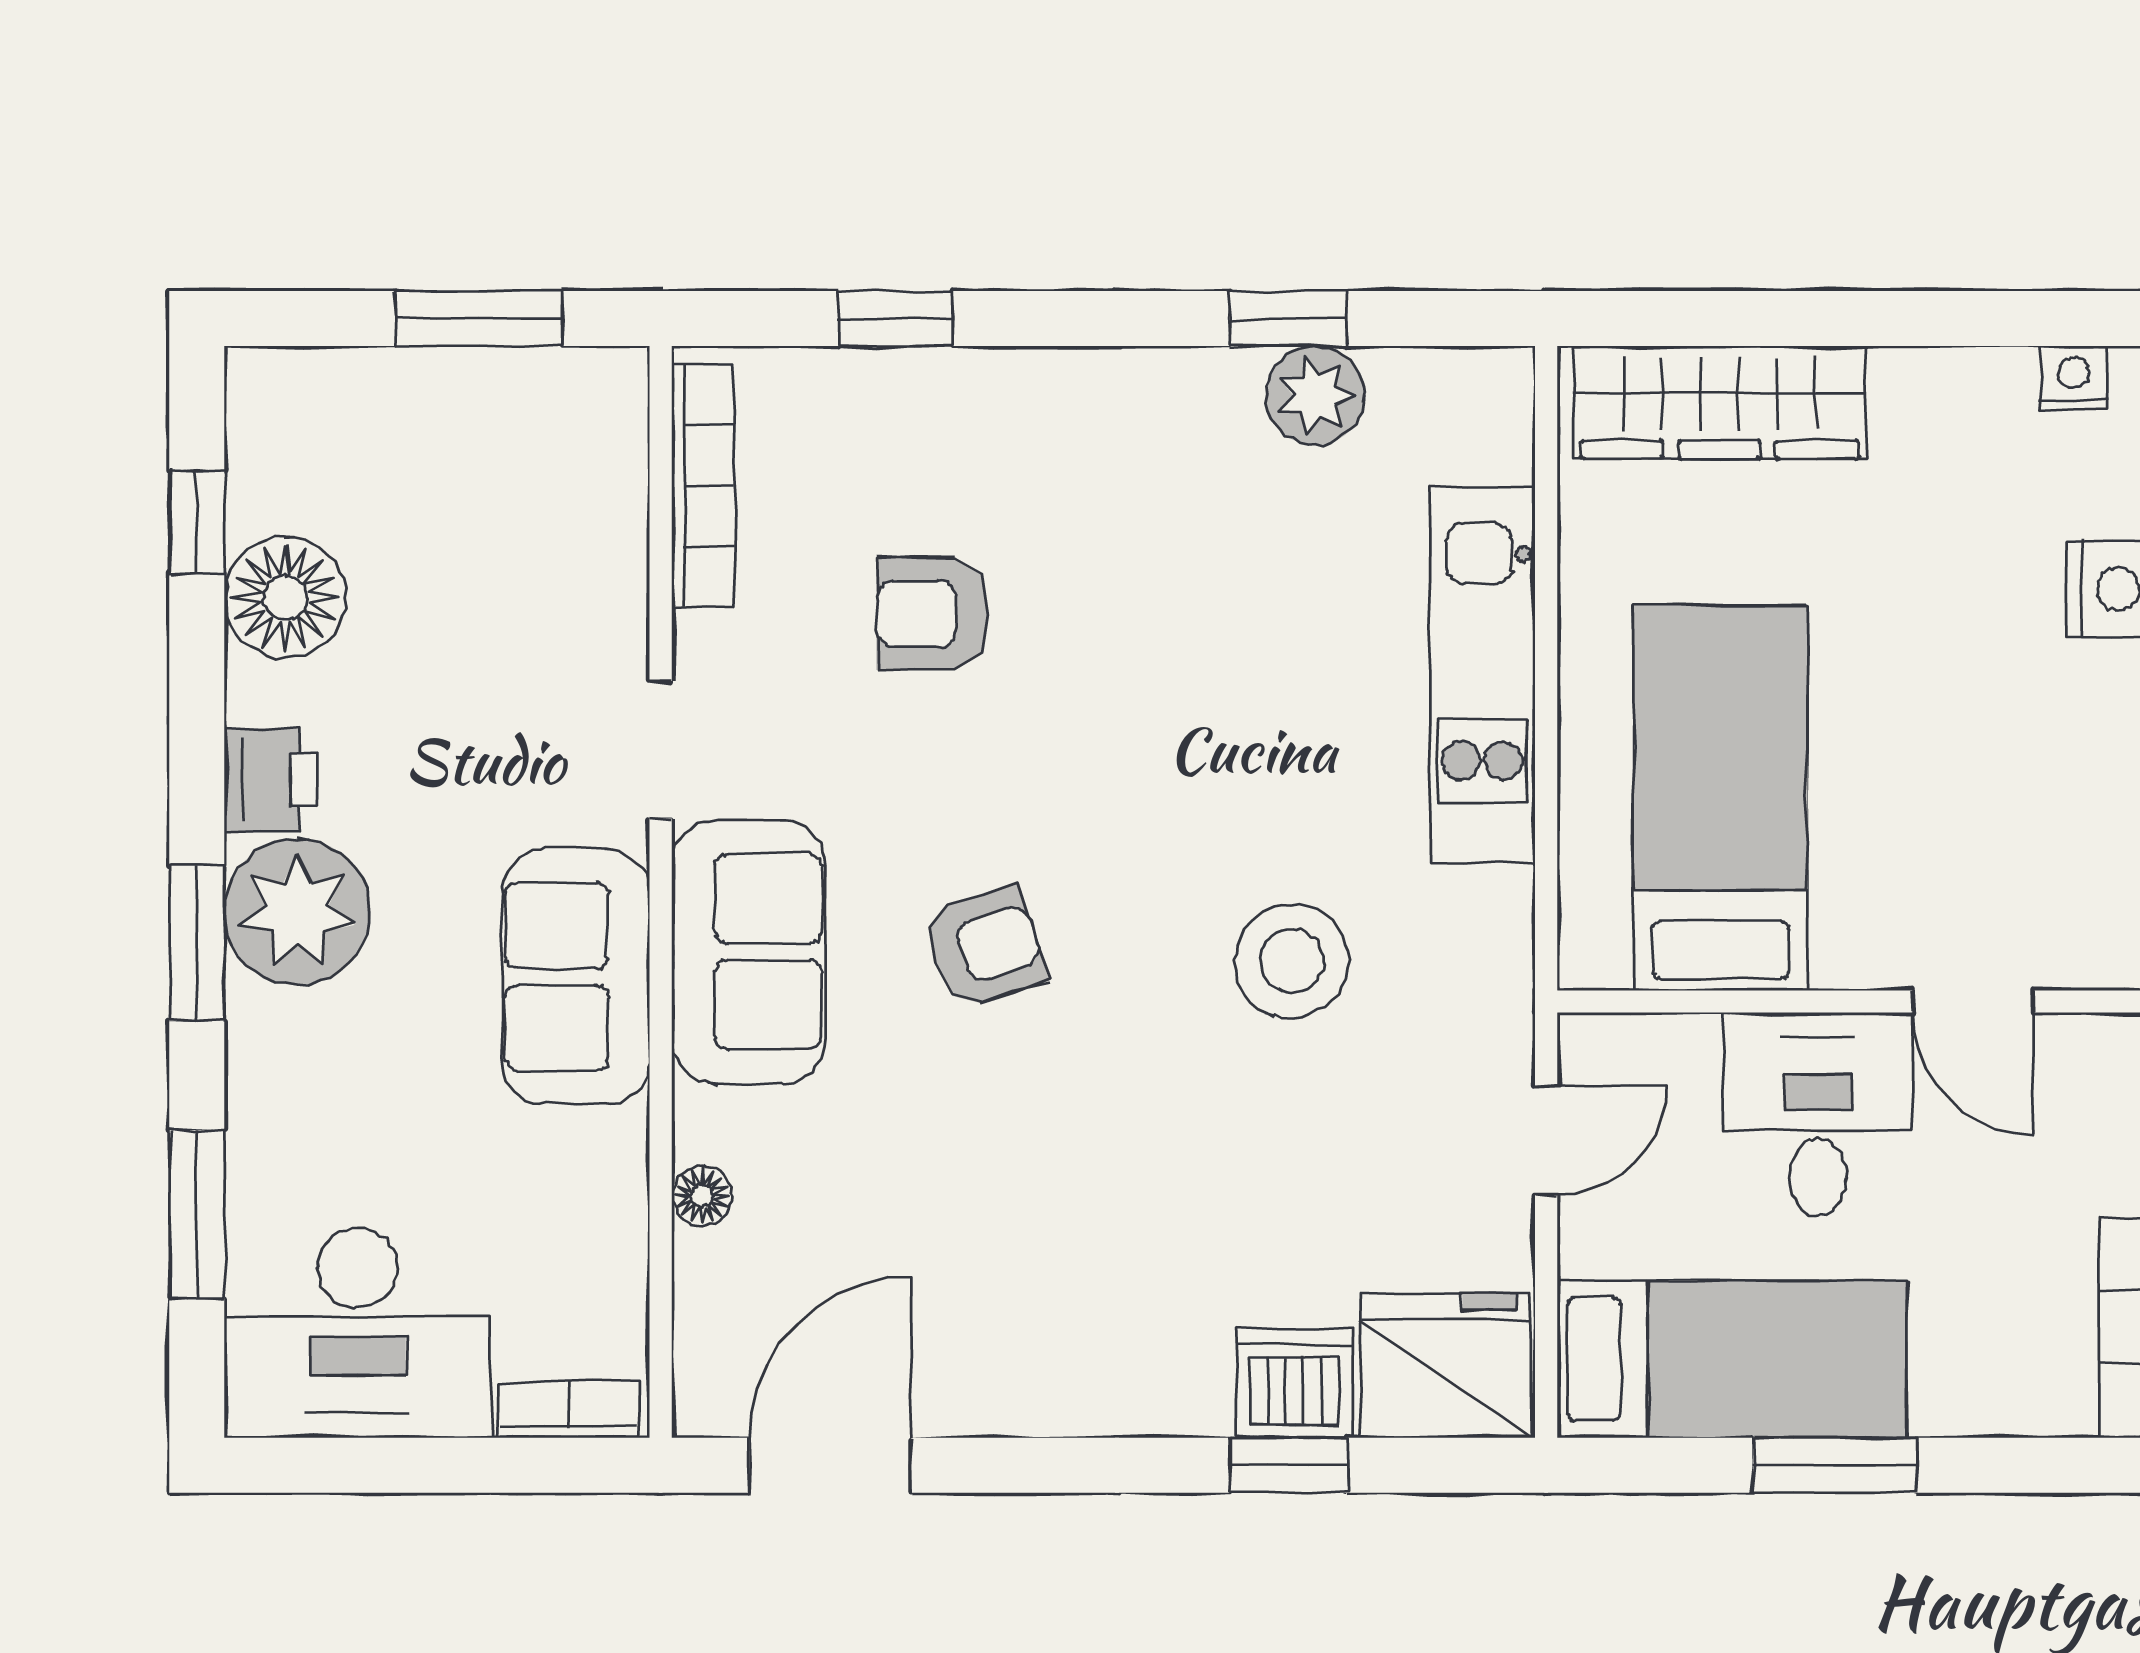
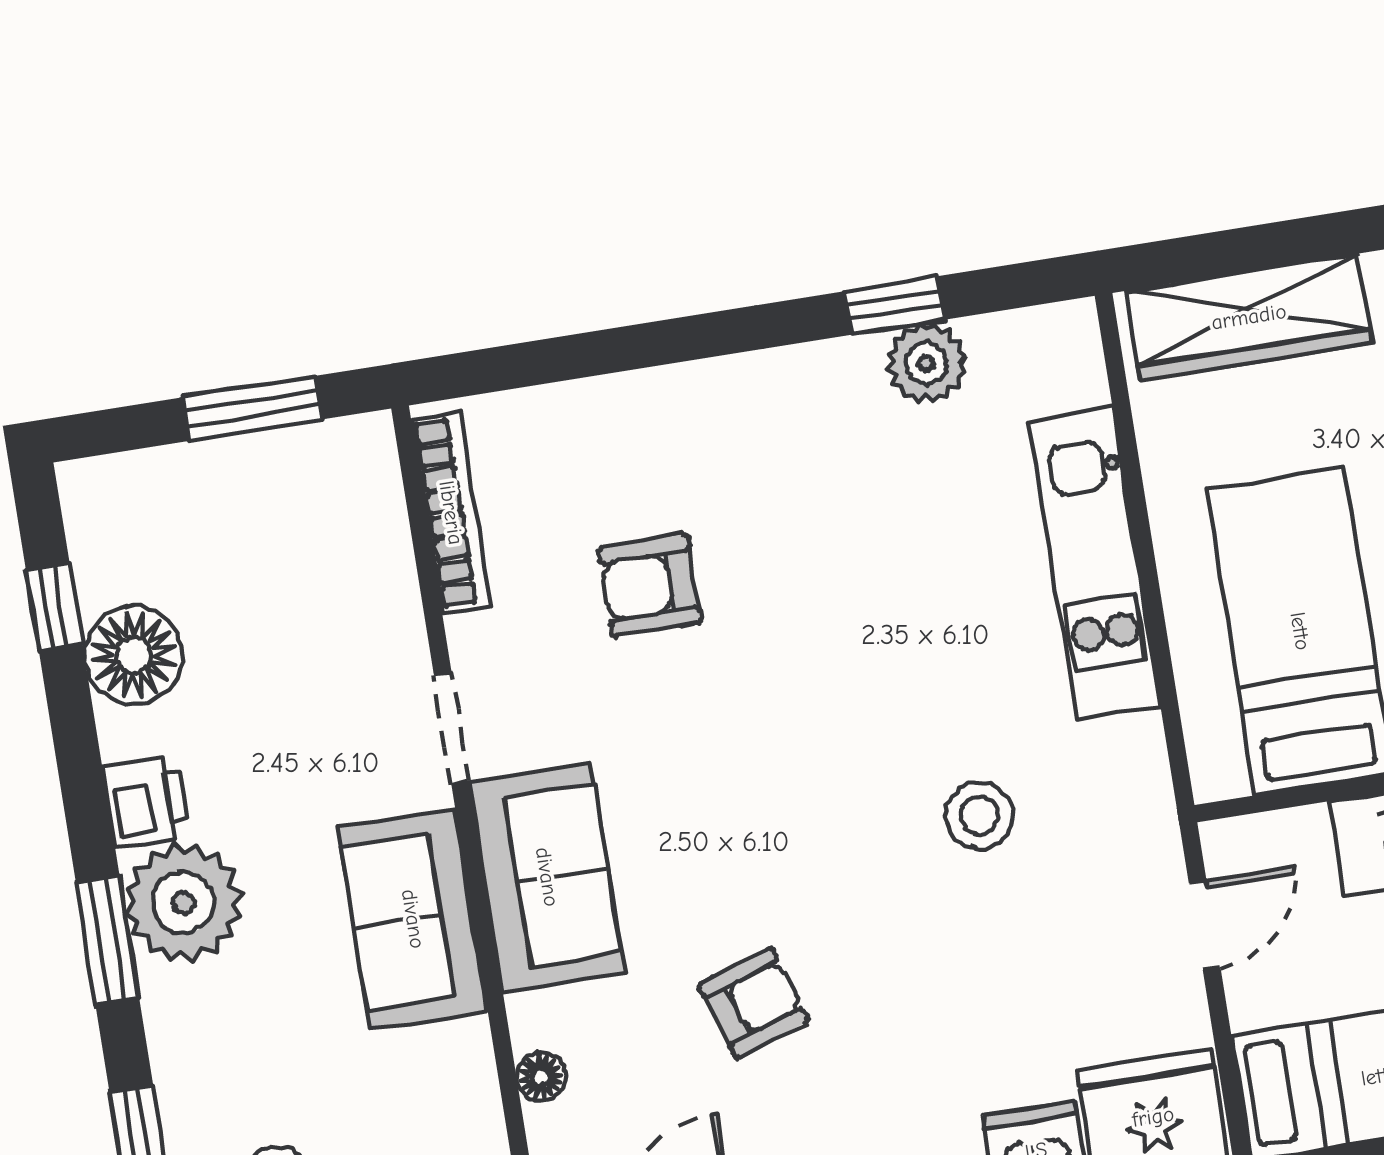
window: (895, 319) -> (583, 355), removed
armchair: (984, 948) -> (753, 1003), moved
stool: (1292, 961) -> (980, 815), width x0.73, depth x0.73

